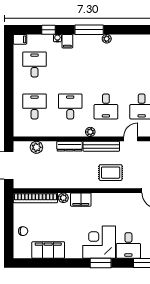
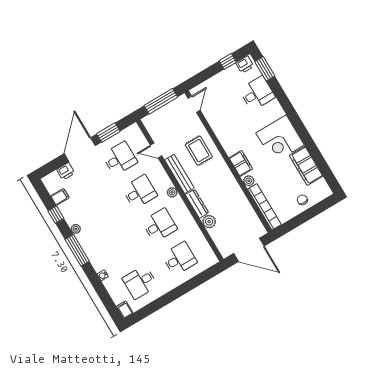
window: (48, 30) -> (56, 215), moved
filing cabinet: (67, 41) -> (60, 197), moved
desk: (35, 106) -> (179, 259), turned 180
desk: (70, 106) -> (159, 225), turned 180
plant: (36, 147) -> (209, 222), moved
corner desk: (99, 242) -> (280, 139), moved
window: (101, 263) -> (289, 110), removed

